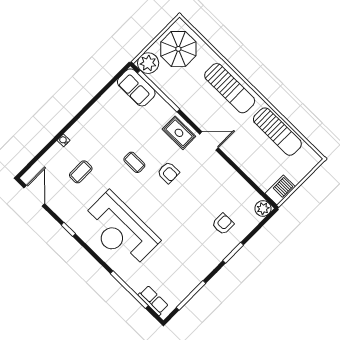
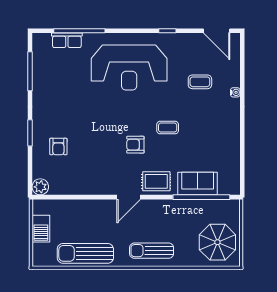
plant: (148, 63) -> (229, 210), removed
sofa: (136, 87) -> (198, 184), moved
sun lounger: (230, 88) -> (152, 251), width x0.73, depth x0.75
coffee table: (81, 172) -> (200, 82), turned 90
barbecue: (280, 190) -> (41, 229), moved
reception desk: (120, 230) -> (129, 68), turned 180
row of seats: (153, 300) -> (67, 40), moved

